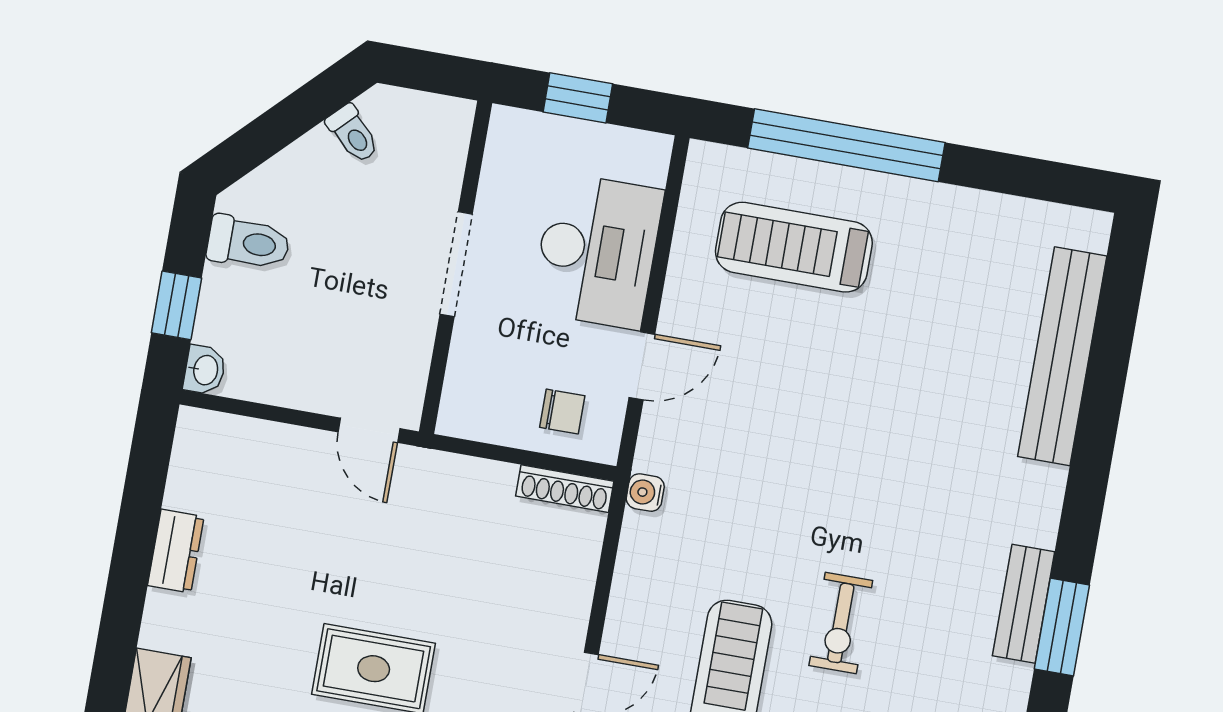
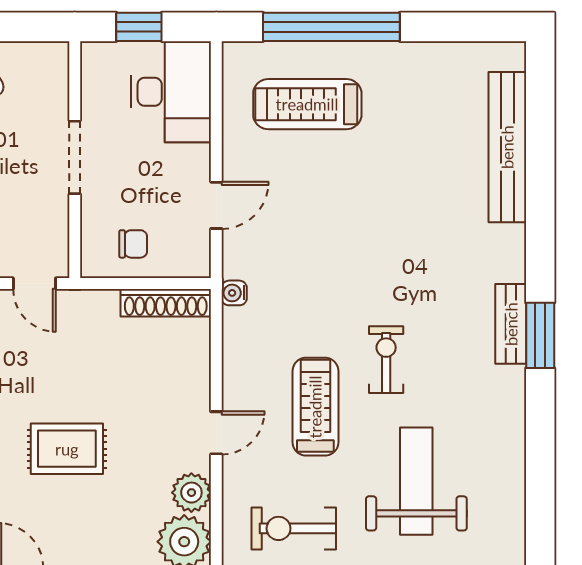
desk: (597, 251) -> (171, 92), moved
chair: (562, 412) -> (133, 244), moved
shoe rack: (565, 489) -> (166, 303), width x1.36, depth x1.24
exercise bike: (841, 623) -> (386, 360), turned 180

